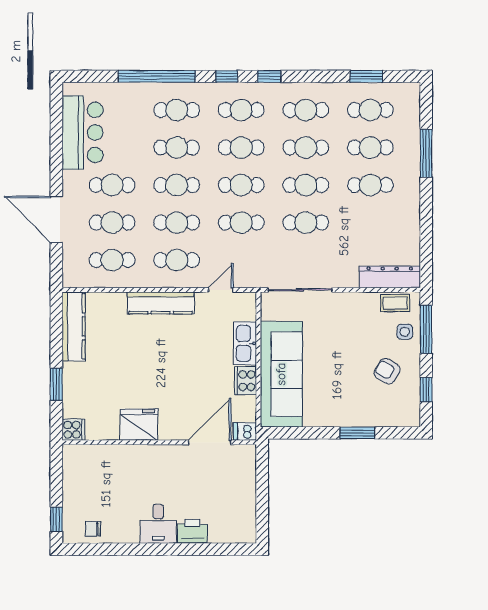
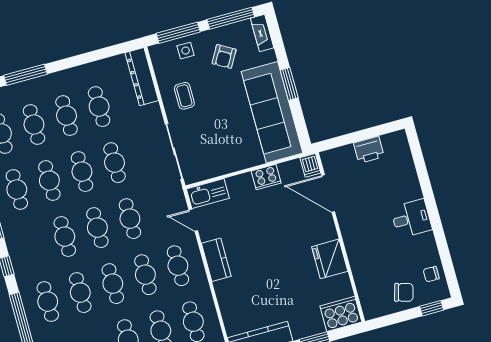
cafe table: (241, 110) -> (99, 107), moved
kitchen counter: (161, 303) -> (216, 260), width x0.67
coffee table: (395, 303) -> (184, 96), moved
kitchen sink: (245, 343) -> (208, 194), moved
sofa: (281, 374) -> (272, 112), moved, turned -90
window: (426, 390) -> (231, 18), width x2.17
fireplace: (401, 419) -> (262, 33), added
cooker: (73, 430) -> (341, 314), width x1.87, depth x1.31
window: (357, 433) -> (289, 84), moved
chair: (81, 494) -> (404, 292), added
chair: (93, 529) -> (431, 274), turned 90
printer: (192, 531) -> (369, 150), moved, turned -90

